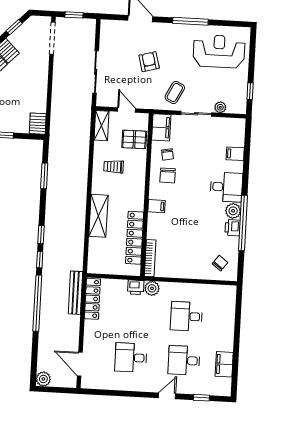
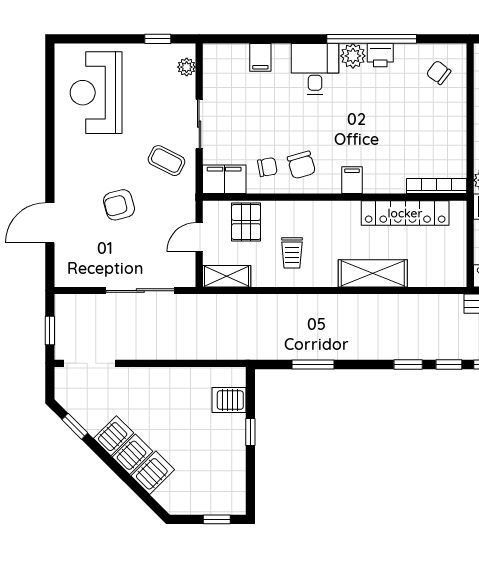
window: (190, 21) -> (50, 141), removed
plant: (220, 107) -> (187, 67), moved
server rack: (38, 124) -> (229, 400), moved
chair: (168, 175) -> (301, 165), turned 74

